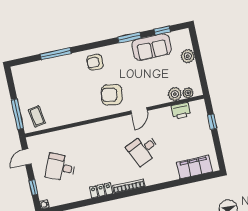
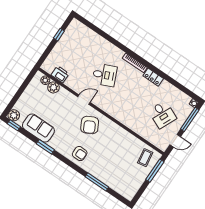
window: (162, 30) -> (14, 125), moved
plant: (188, 56) -> (14, 115), moved
armchair: (112, 95) -> (90, 125), turned 51
window: (212, 122) -> (59, 35), moved
filing cabinet: (194, 167) -> (86, 34), removed
window: (33, 187) -> (190, 119), width x2.17

